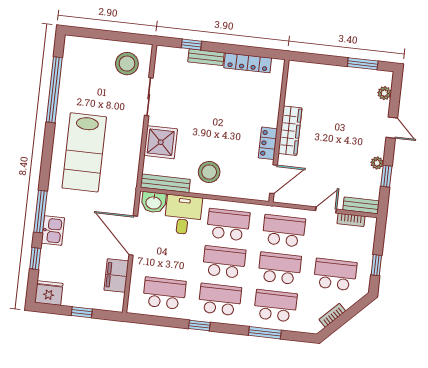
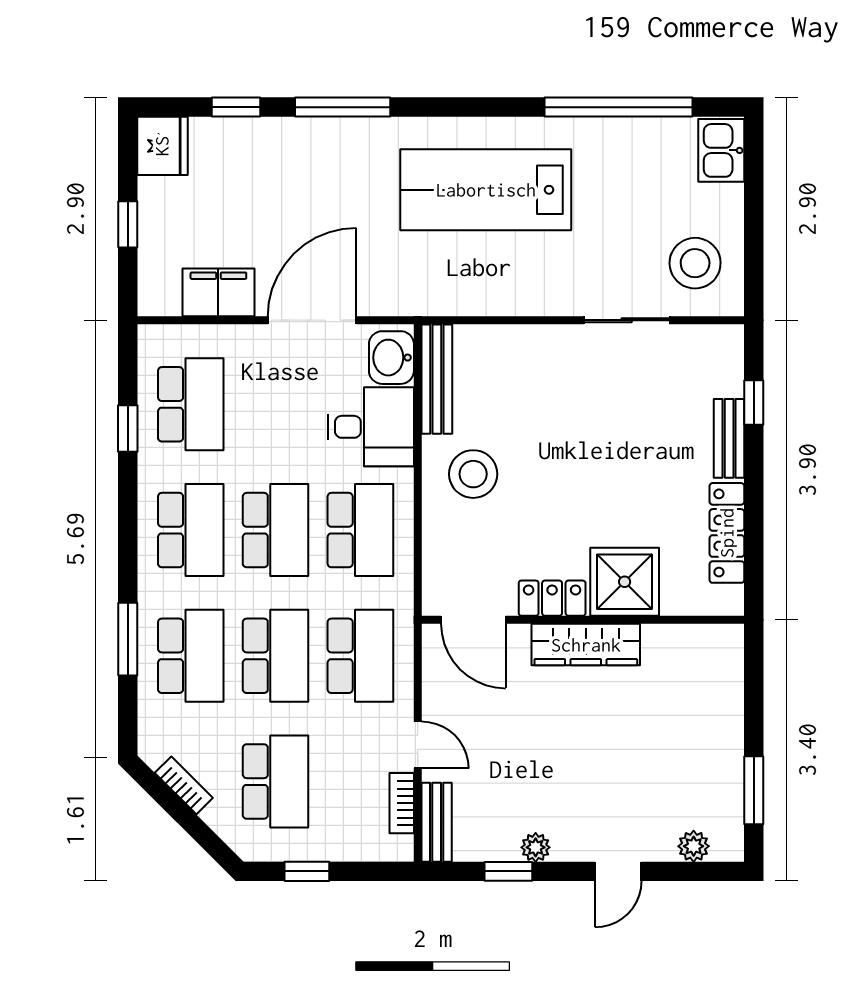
shower: (161, 142) -> (625, 582), moved
kitchen sink: (53, 231) -> (721, 150), moved, turned 90
window: (199, 325) -> (128, 429), moved

